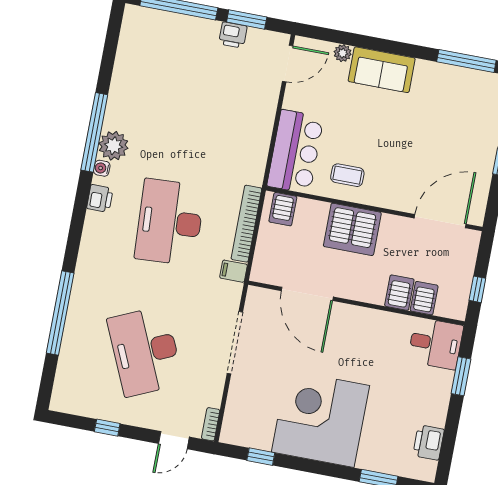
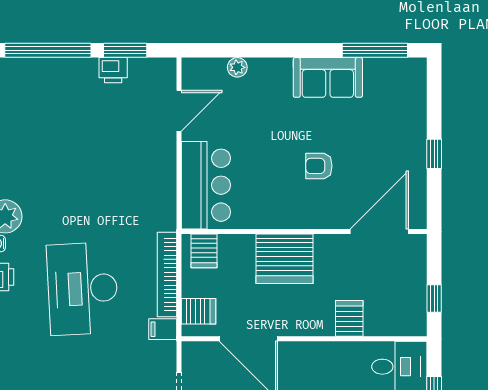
door: (288, 64) -> (179, 111), moved
sofa: (382, 70) -> (328, 77), moved
armchair: (398, 153) -> (319, 166), added
coffee table: (347, 175) -> (268, 200), removed
server rack: (424, 298) -> (199, 311), moved, turned 90

